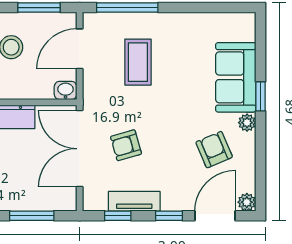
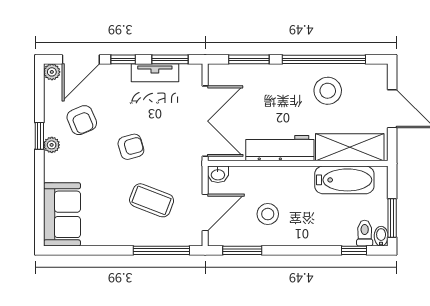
coffee table: (138, 62) -> (152, 200), turned -69
sofa: (236, 77) -> (62, 214), moved
window: (260, 96) -> (39, 136), moved
armchair: (126, 145) -> (131, 147), moved
window: (118, 216) -> (170, 59), width x1.50

